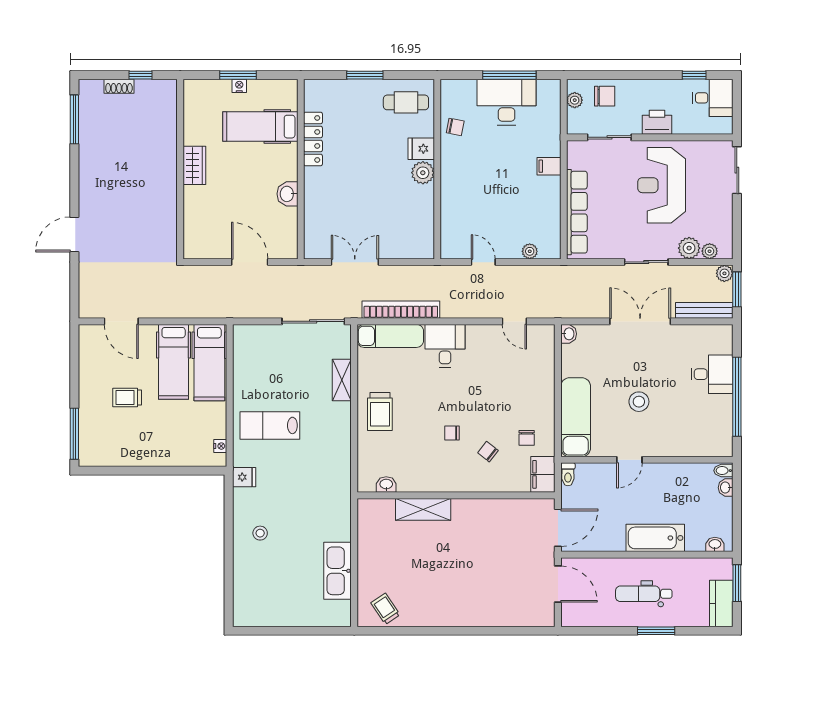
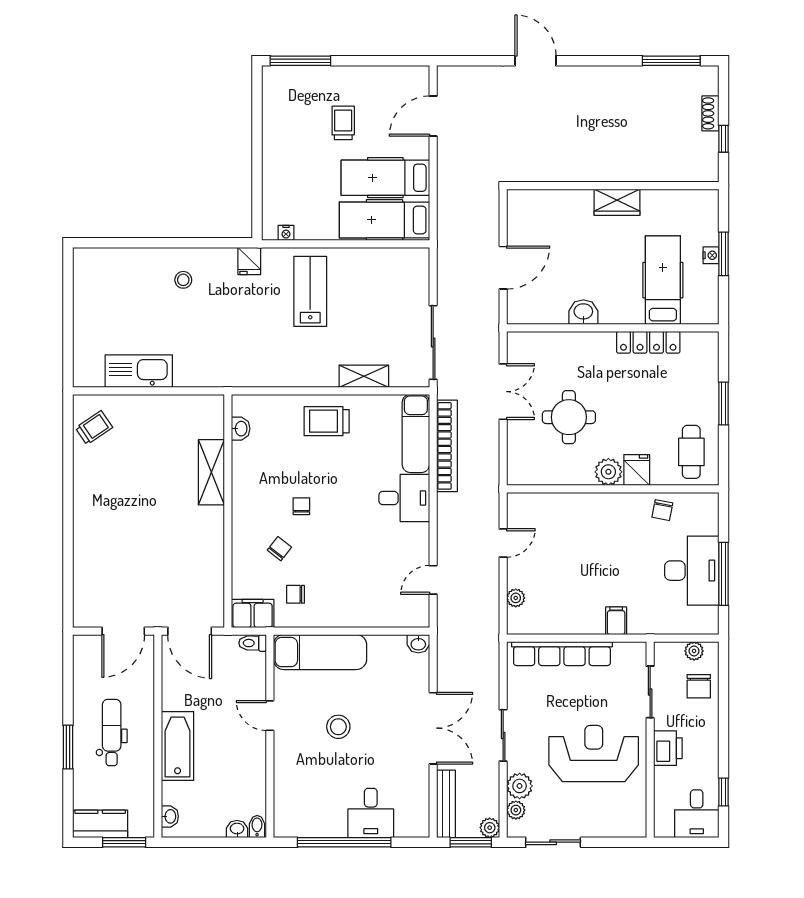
sliding door: (737, 170) -> (553, 842), moved
round table: (376, 206) -> (569, 417), added

